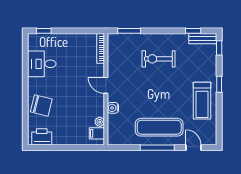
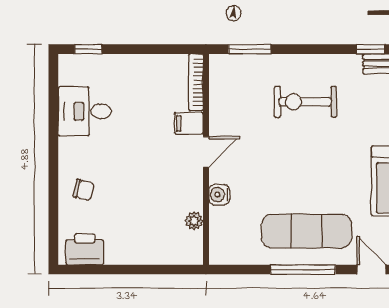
door: (106, 85) -> (206, 152), swing flipped
chair: (41, 105) -> (84, 190), width x0.54, depth x0.54
filing cabinet: (97, 133) -> (189, 123), moved

